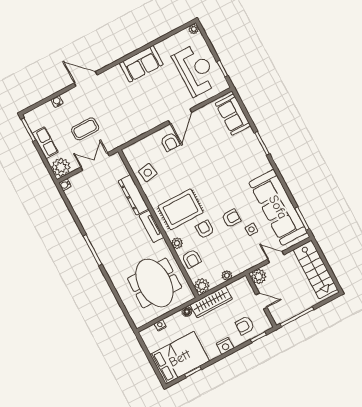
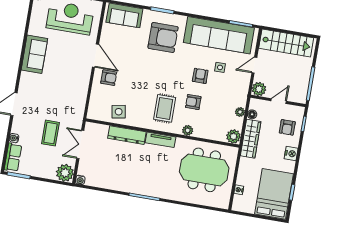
row of seats: (45, 143) -> (13, 157), moved, turned 90
rug: (181, 209) -> (165, 108), width x0.73, depth x0.70
armchair: (192, 259) -> (163, 38), moved, width x1.88, depth x1.88
floor lamp: (187, 312) -> (252, 114), moved

